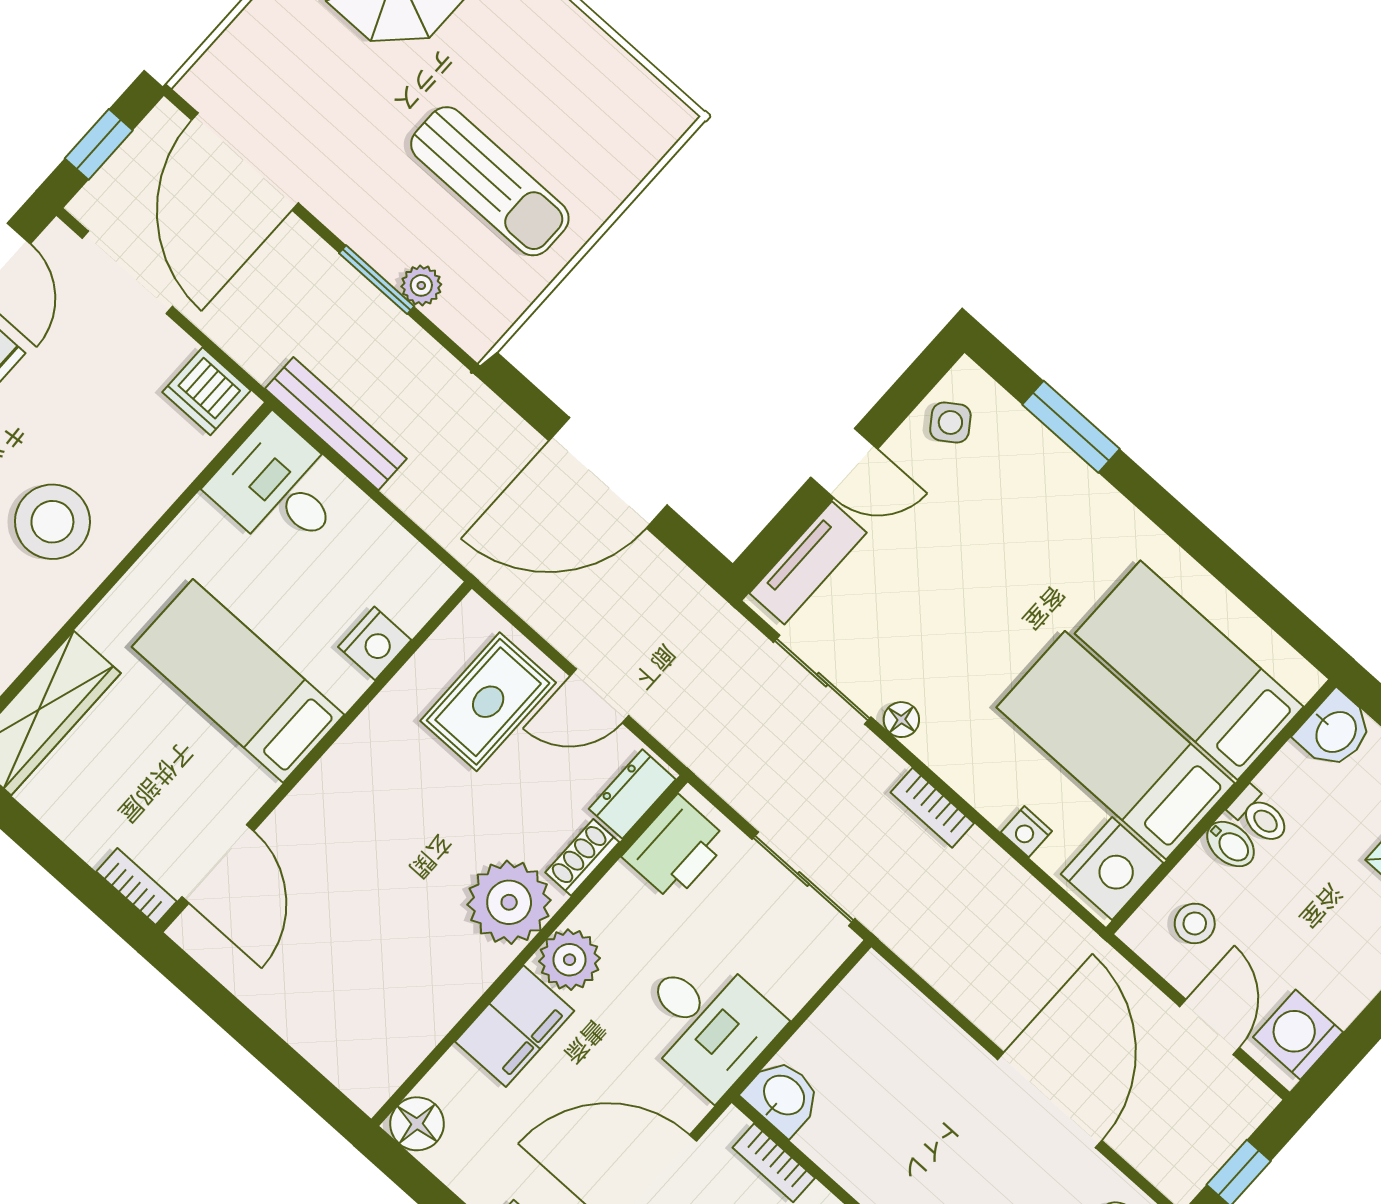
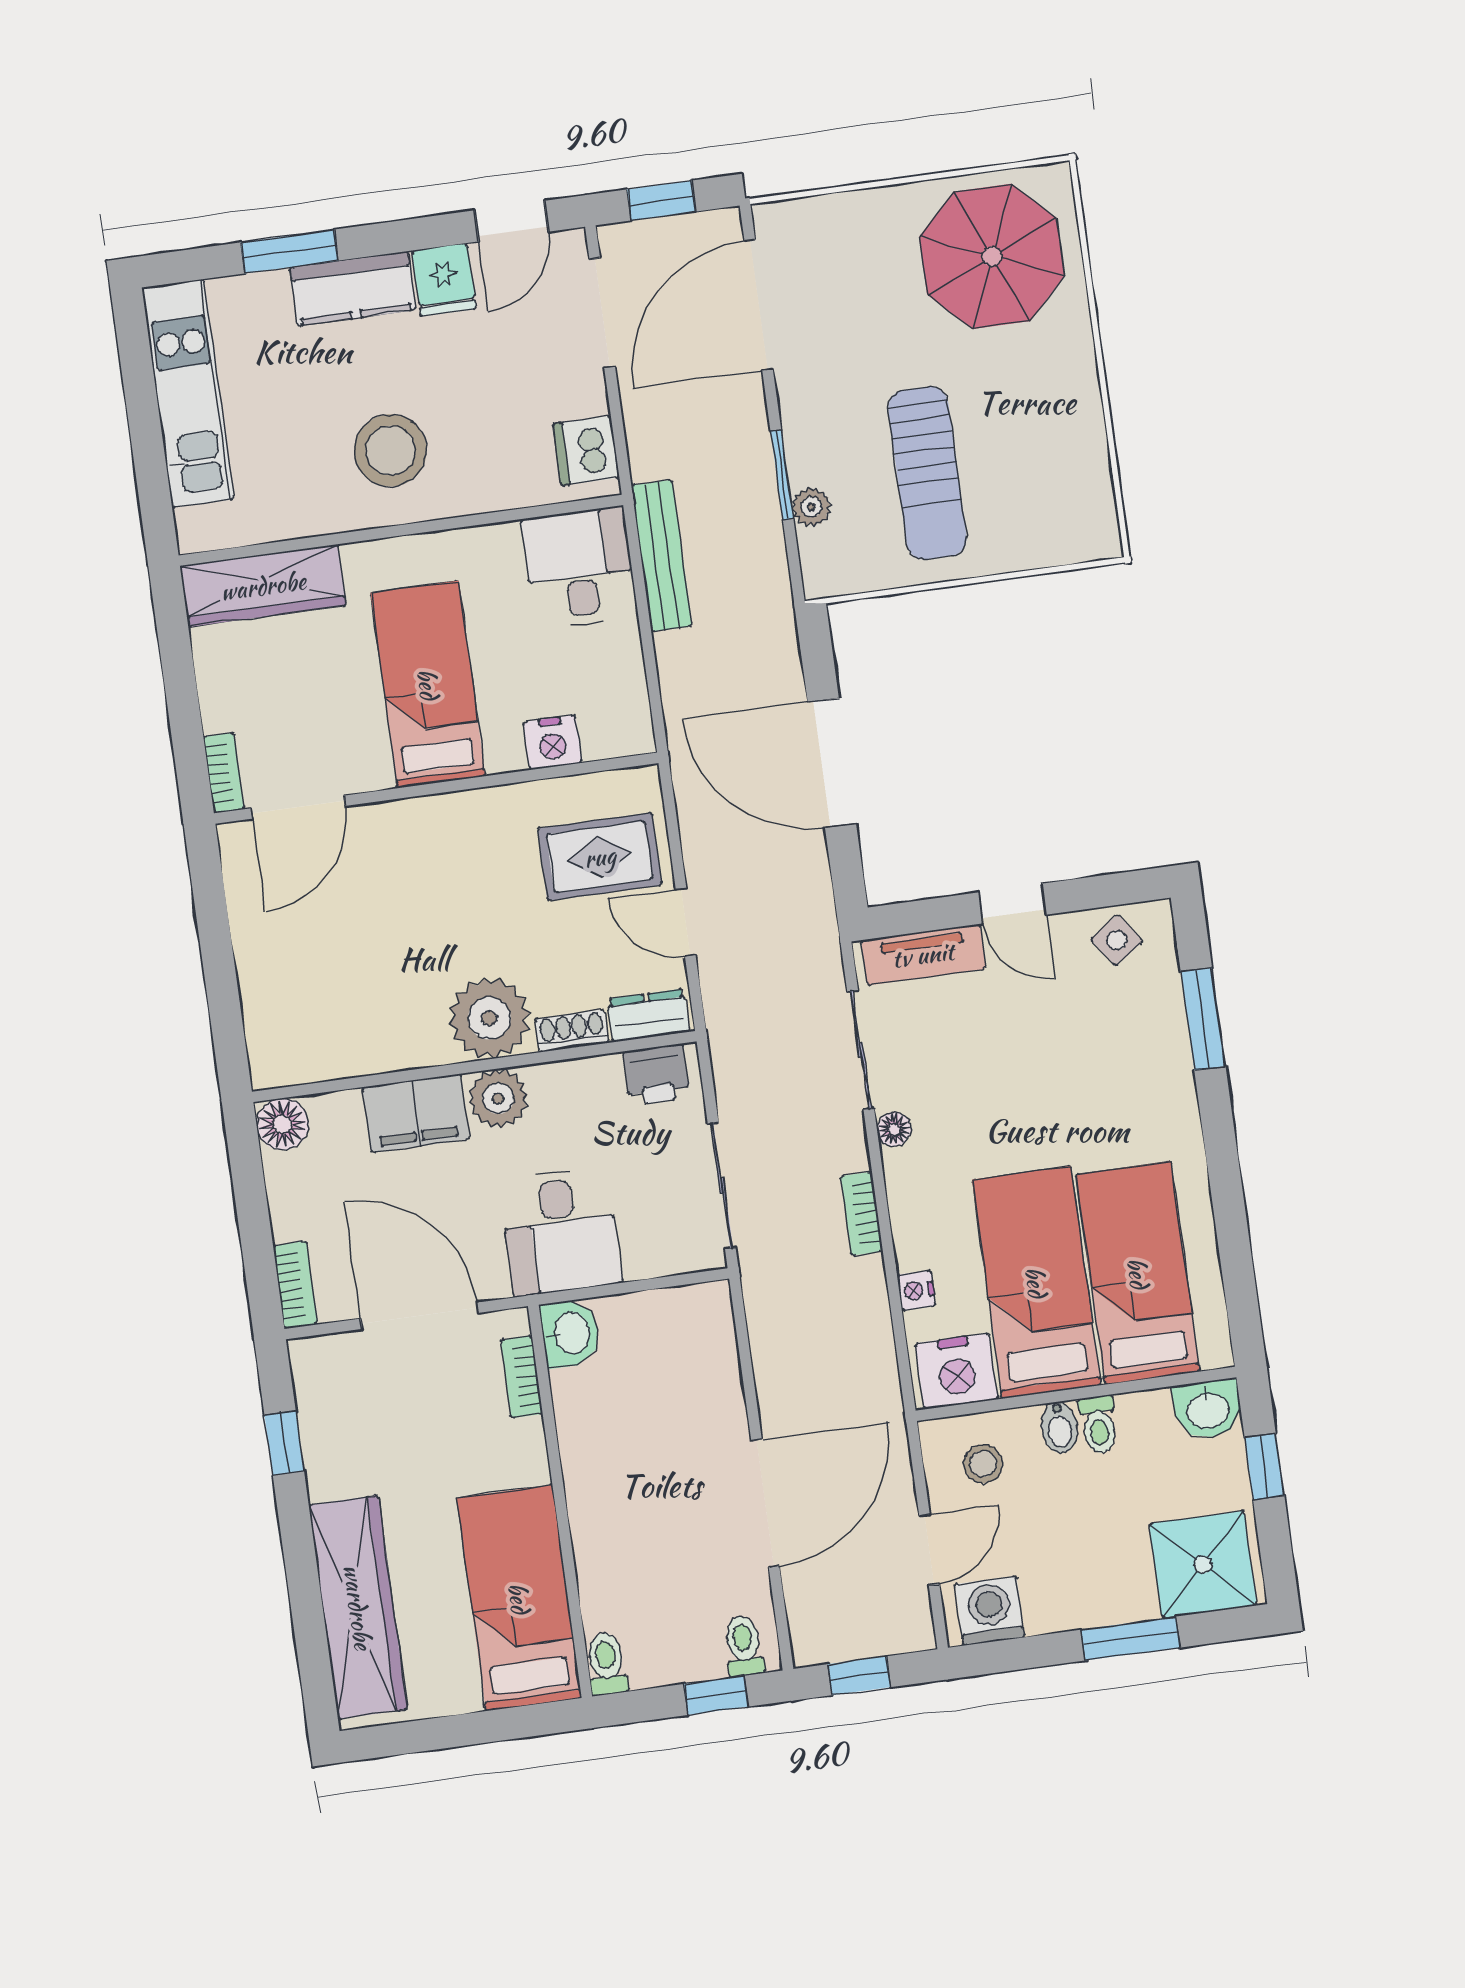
printer: (676, 848) -> (656, 1075), width x0.73, depth x0.81

